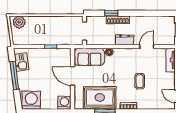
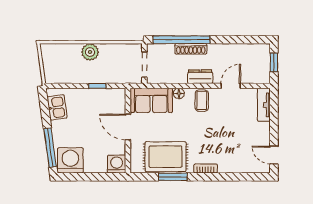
window: (111, 13) -> (182, 40), width x3.17
plant: (19, 22) -> (90, 52), moved
window: (14, 75) -> (50, 148), moved
coffee table: (140, 81) -> (202, 101), moved

